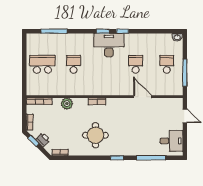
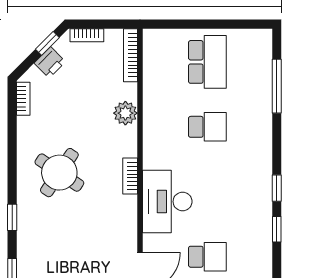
desk: (109, 45) -> (167, 202), moved, turned 180
round table: (95, 135) -> (59, 173), turned 34

